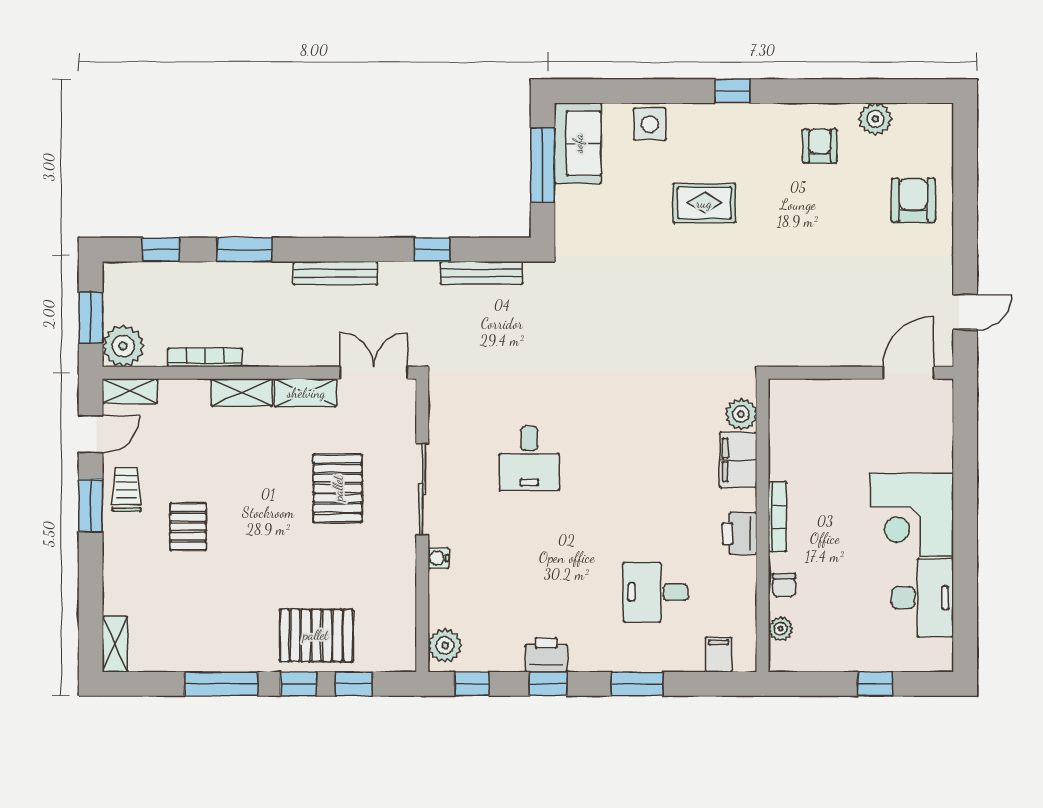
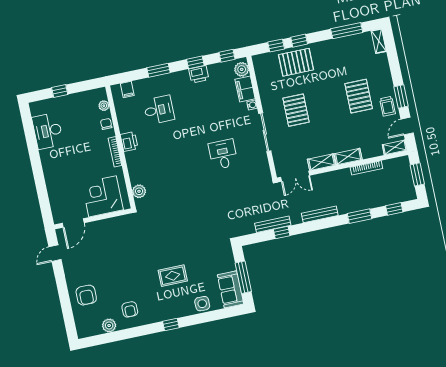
bench: (482, 273) -> (273, 224), moved
plant: (123, 346) -> (401, 165), removed
filing cabinet: (738, 460) -> (245, 89), moved, turned 180
pallet: (338, 488) -> (296, 110), moved
corner desk: (912, 515) -> (103, 196), moved, turned -90
pallet: (188, 527) -> (359, 96), width x1.50, depth x1.42
window: (221, 684) -> (347, 31), moved

